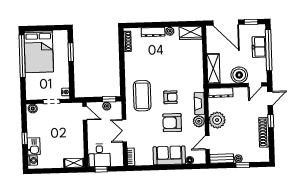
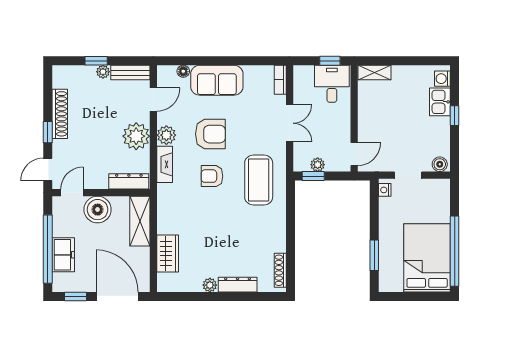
wardrobe: (191, 33) -> (168, 253), moved, turned 90
door: (85, 113) -> (354, 154), swing flipped

